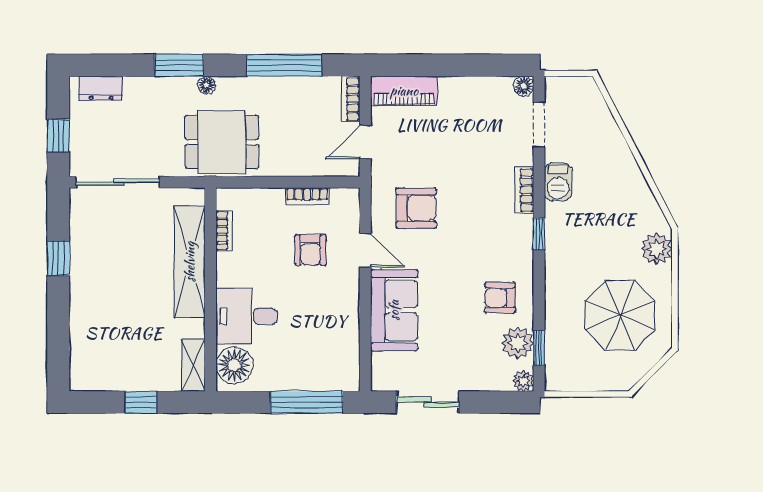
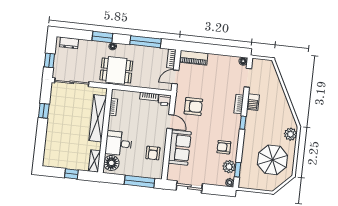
printer: (345, 201) -> (165, 100), added
armchair: (310, 250) -> (153, 153), moved

